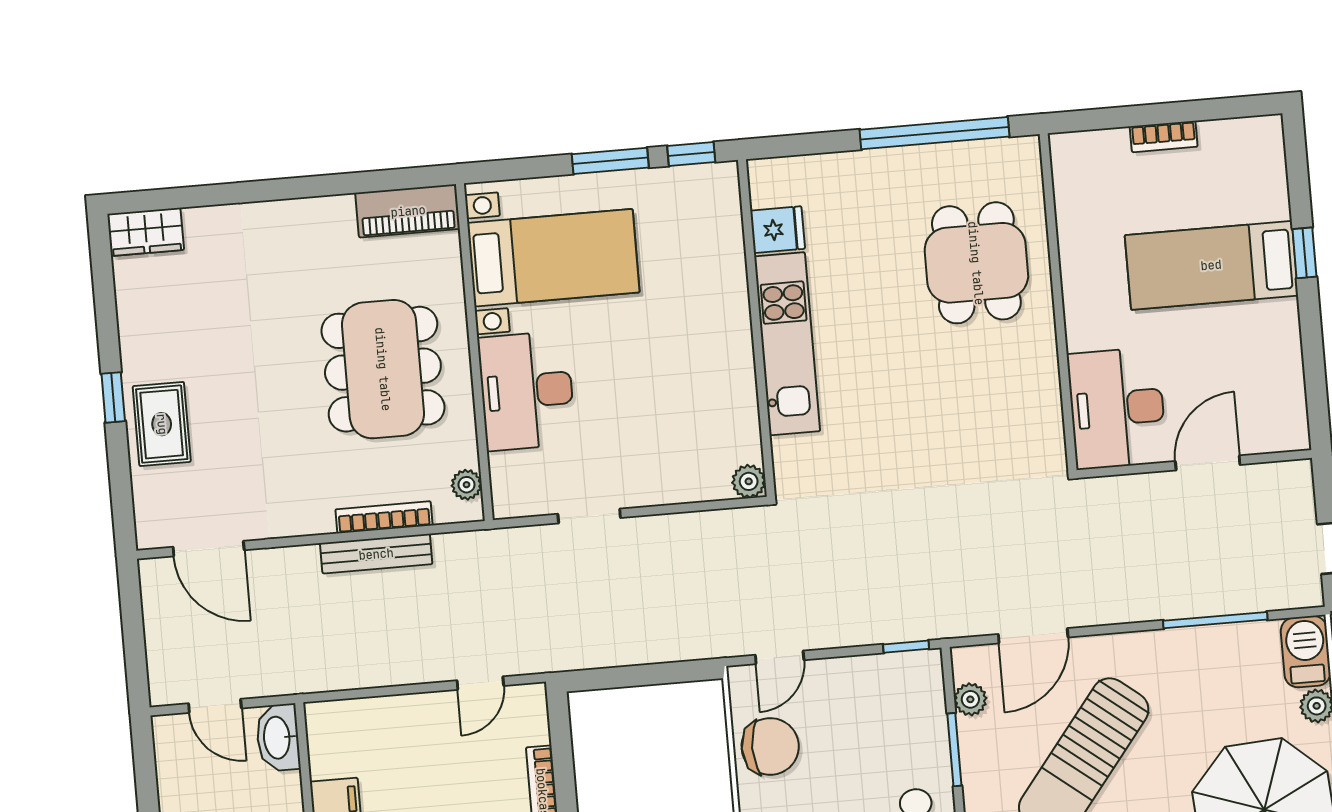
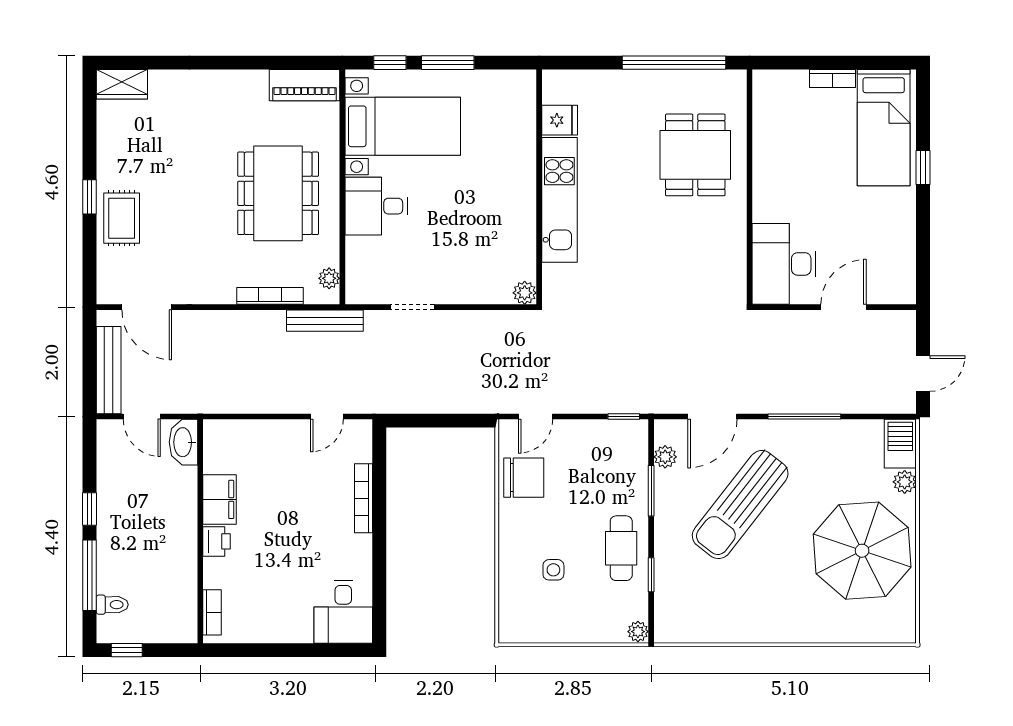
window: (691, 154) -> (390, 63), moved
bed: (1211, 265) -> (884, 128), moved, turned -90
desk: (527, 391) -> (376, 206), width x0.73
bench: (376, 554) -> (325, 321), moved
window: (1215, 620) -> (804, 417), moved
bench: (162, 643) -> (109, 370), added

